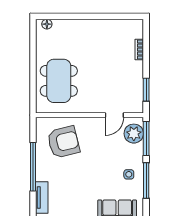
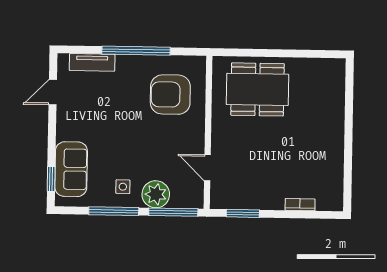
floor lamp: (47, 24) -> (338, 74), removed
plant: (134, 134) -> (156, 194), moved
armchair: (63, 142) -> (170, 95), turned 104

